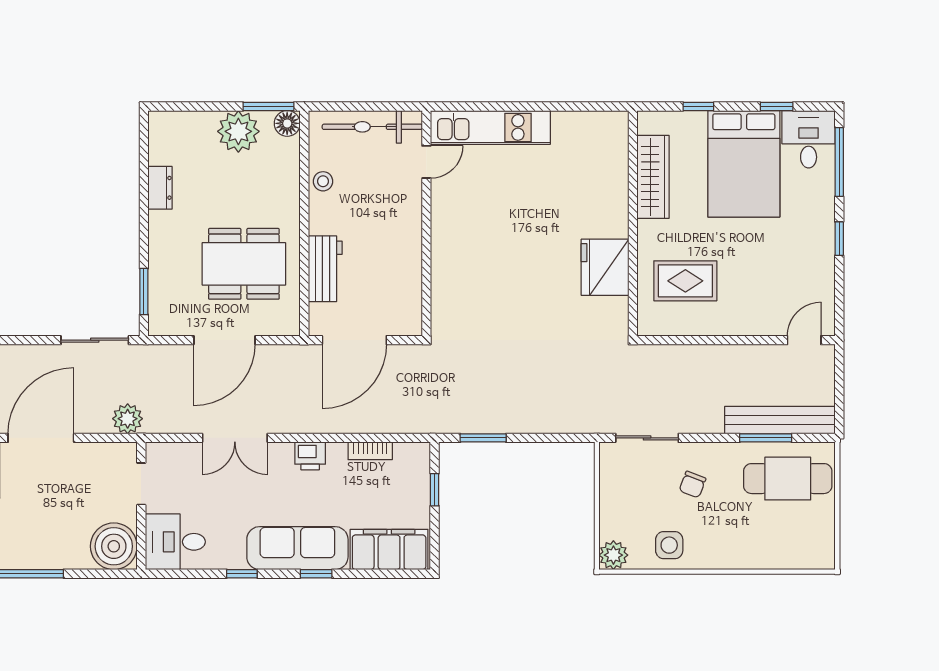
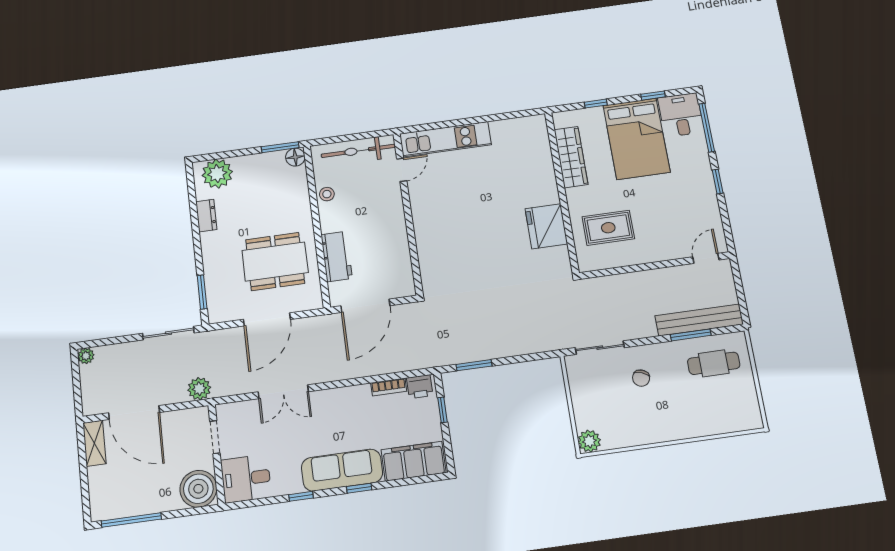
plant: (238, 131) -> (217, 174), moved
door: (41, 438) -> (134, 413), swing flipped
printer: (310, 456) -> (420, 387), moved
cafe table: (788, 479) -> (714, 363), width x0.73, depth x0.74
side table: (669, 545) -> (631, 427), removed

